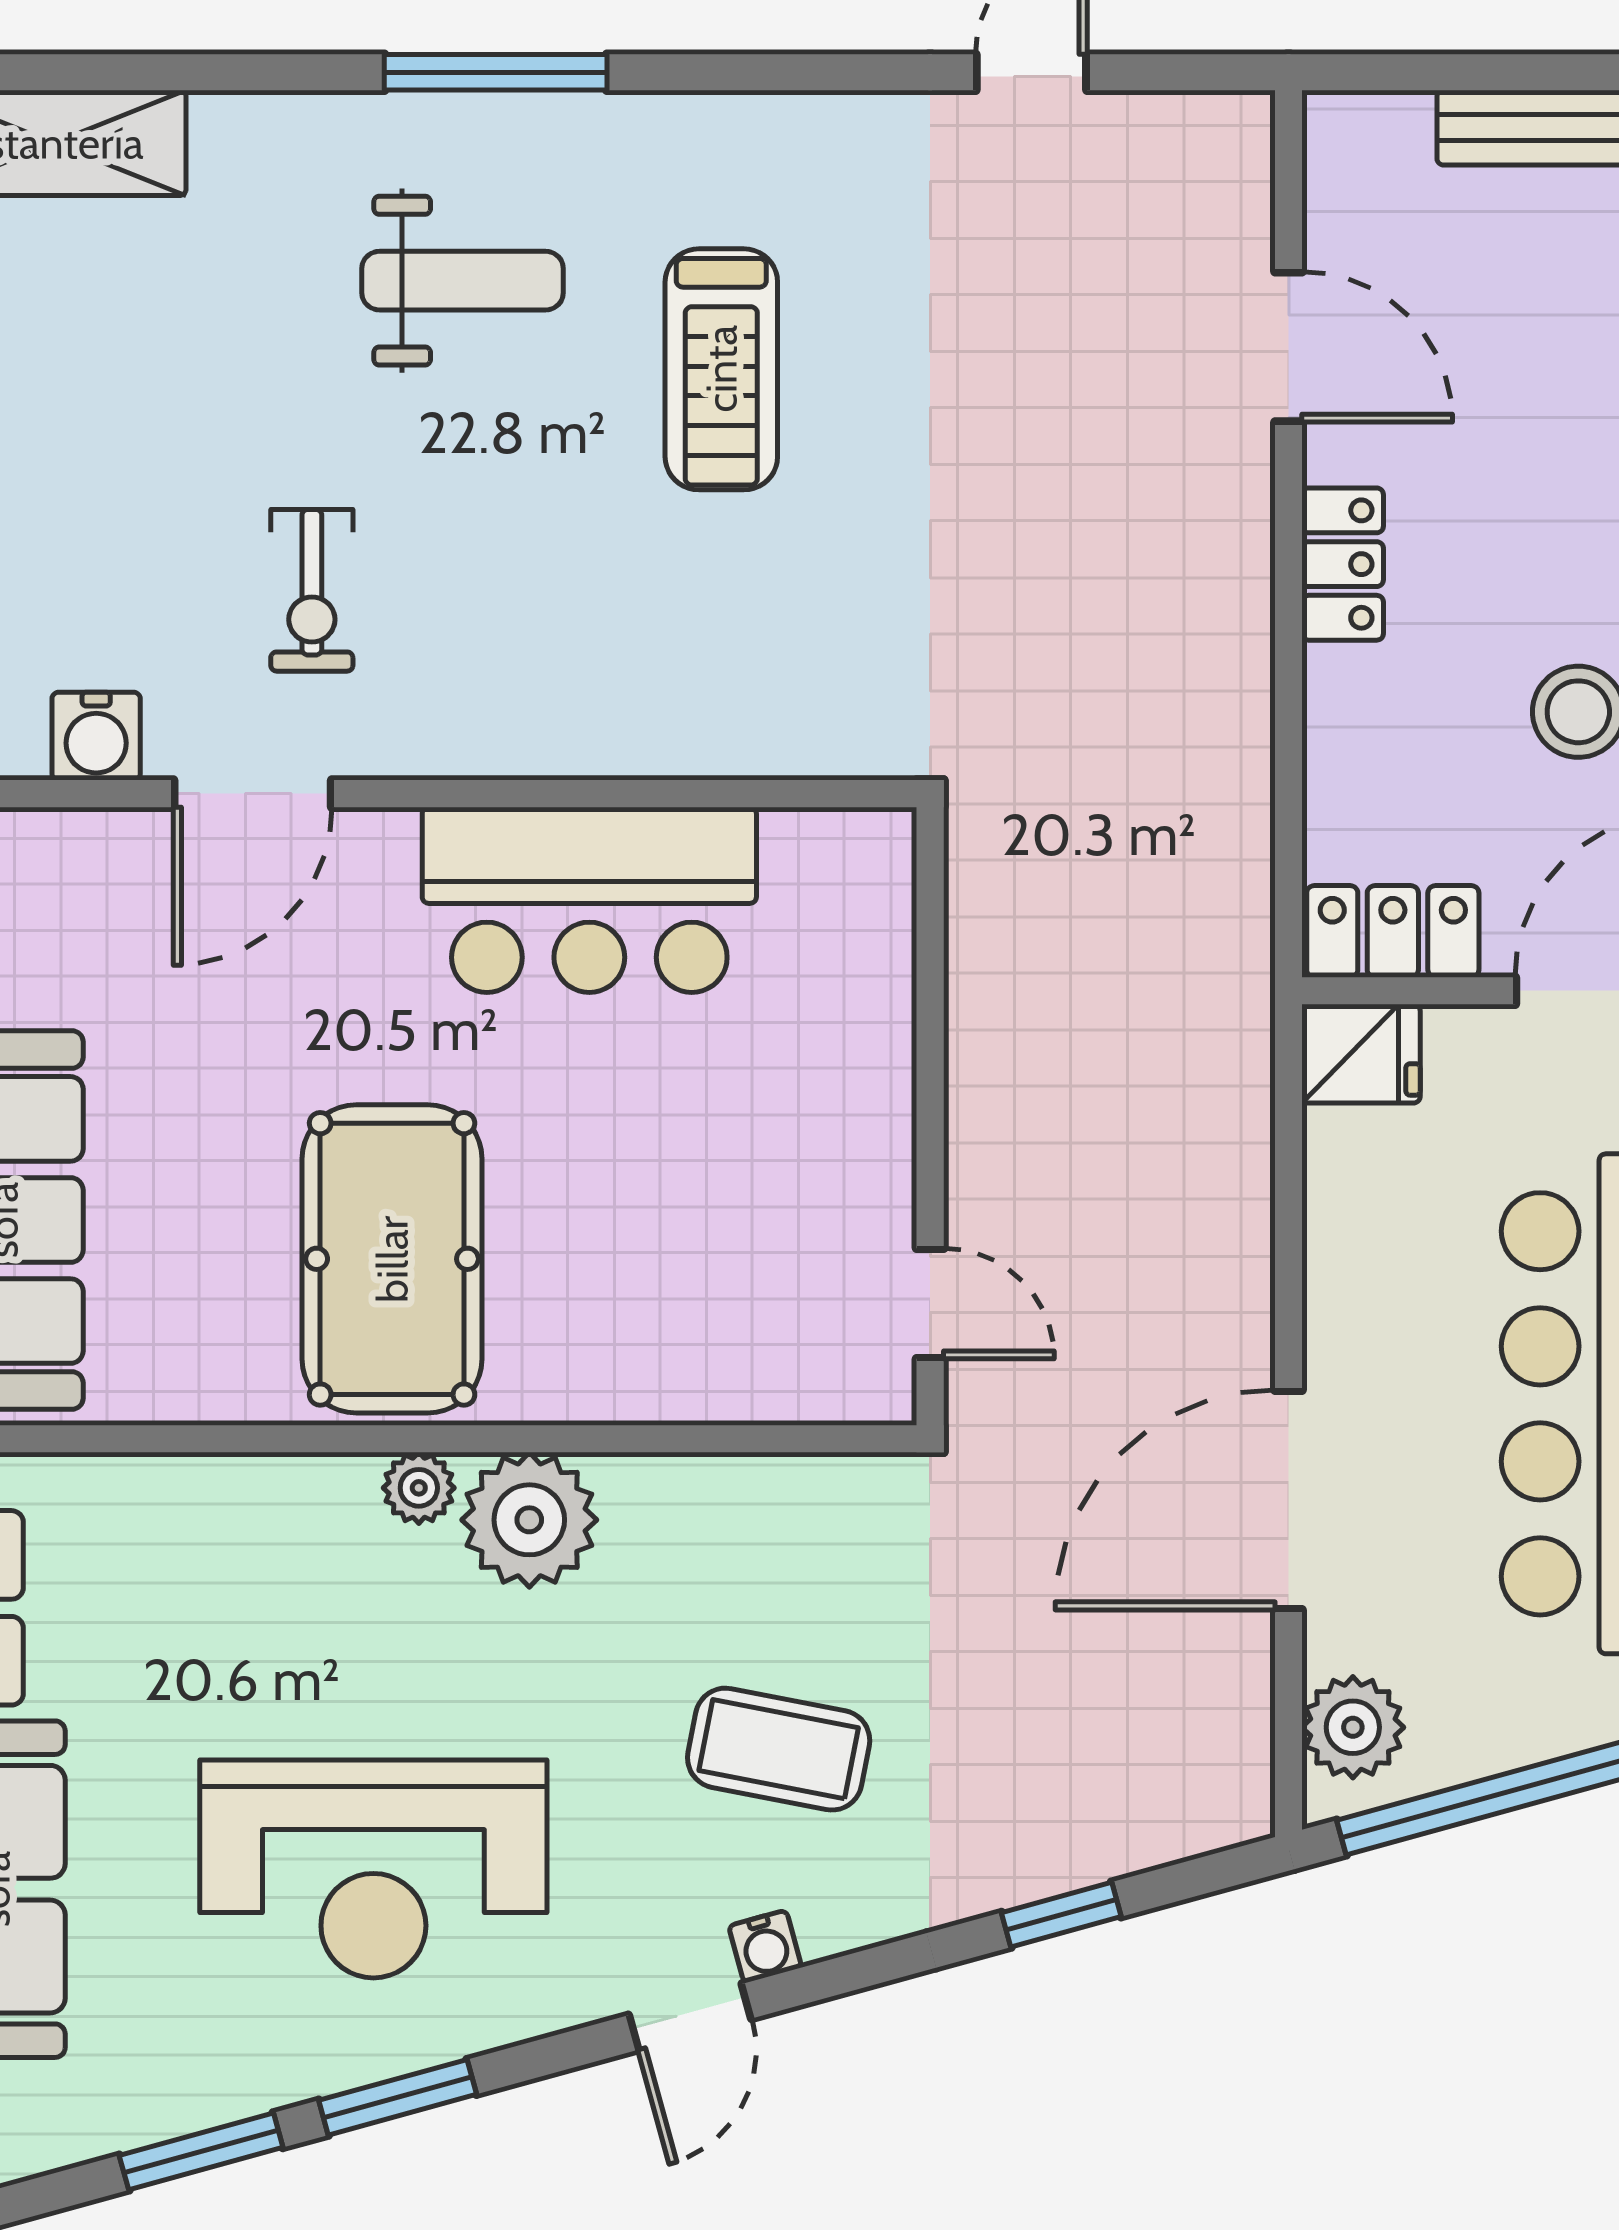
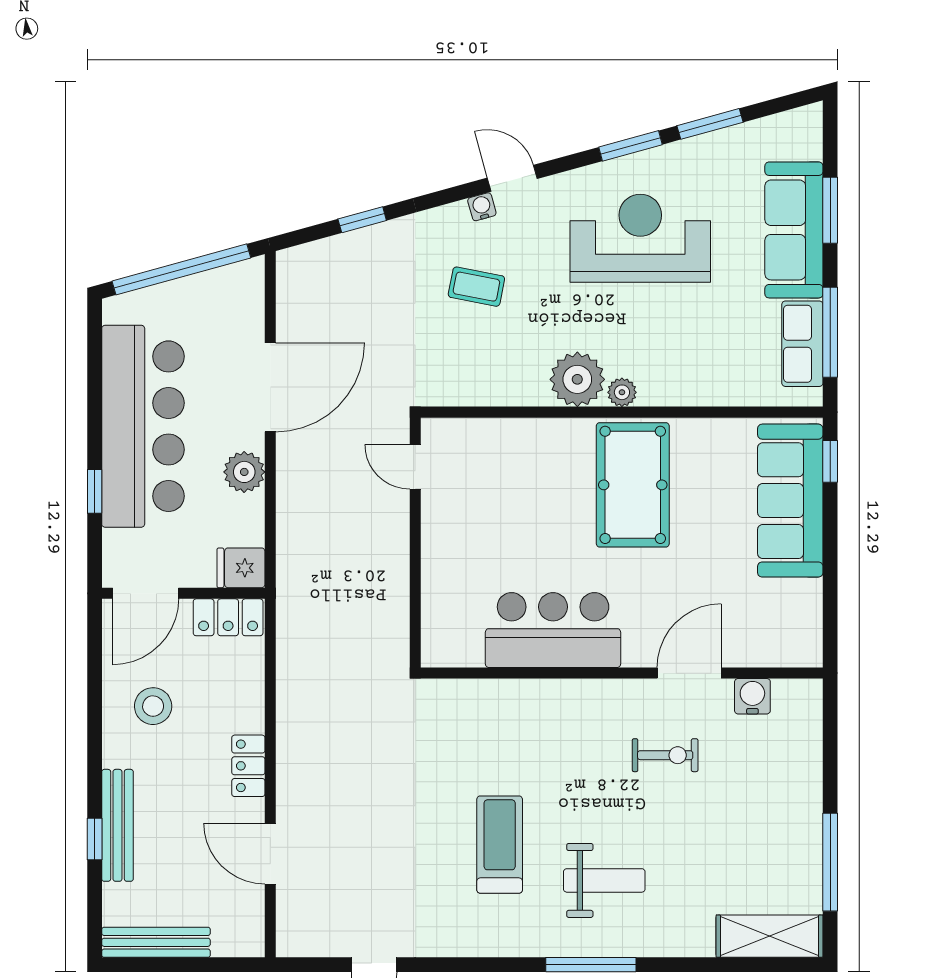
weight bench: (463, 281) -> (604, 880), turned 180
exercise bike: (312, 590) -> (665, 755), turned 90
plant: (1353, 1727) -> (244, 472), moved
coffee table: (779, 1749) -> (476, 287), width x0.73, depth x0.77
door: (690, 2017) -> (512, 178), hinge flipped

